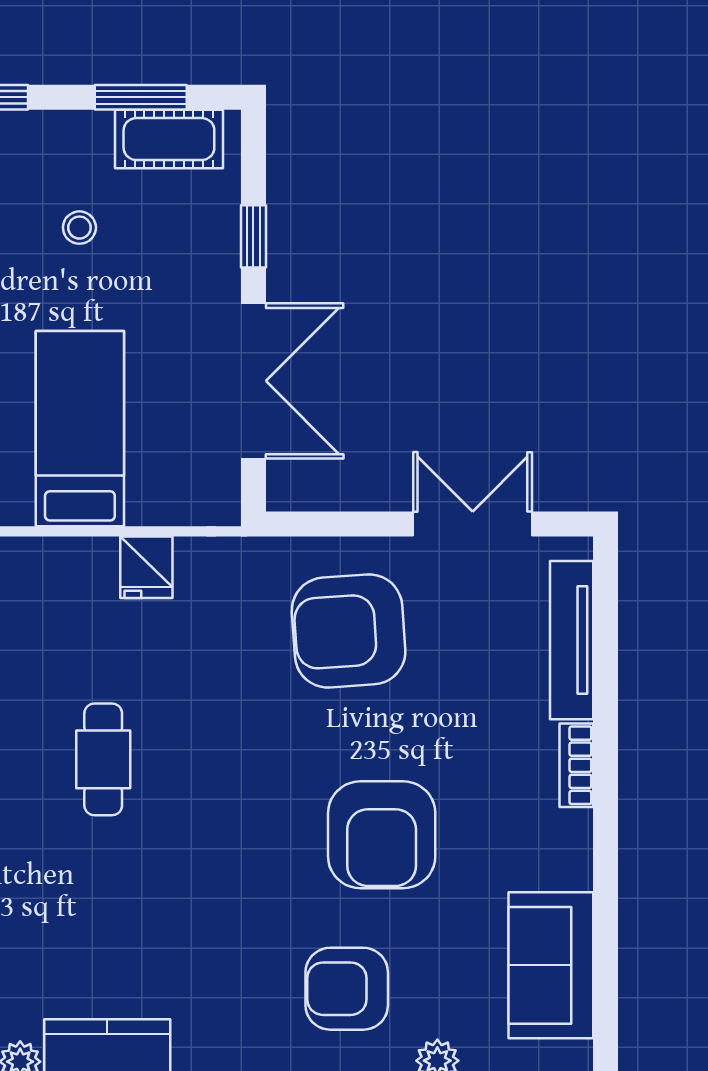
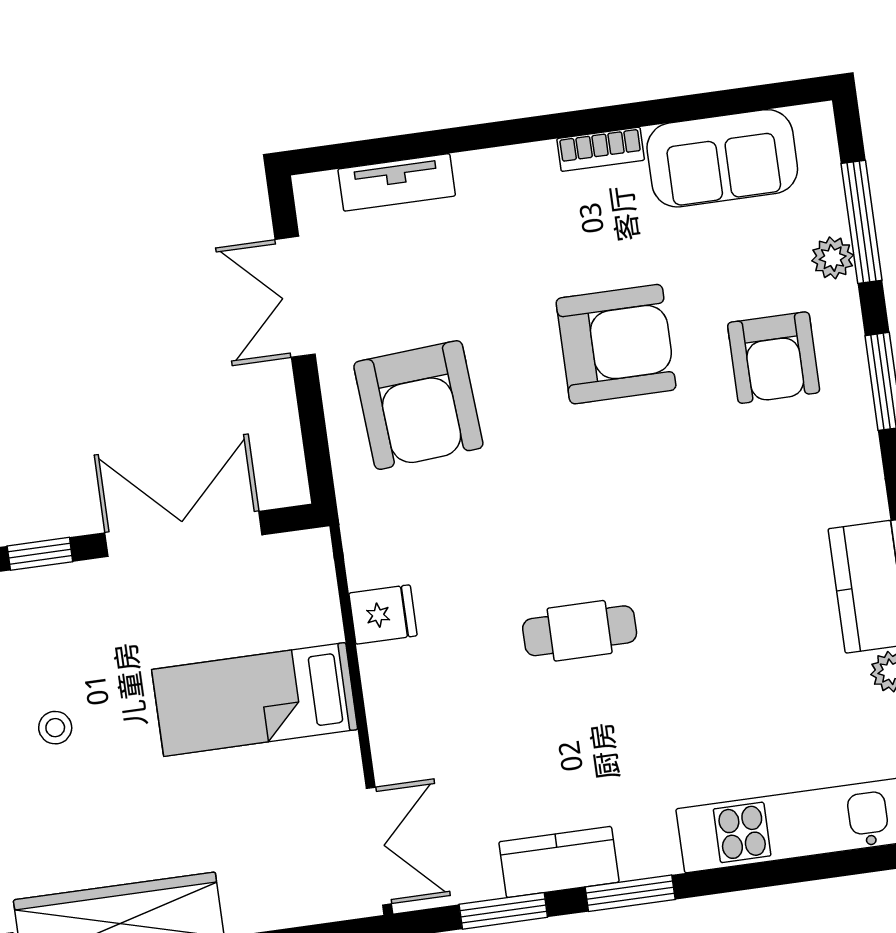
tv unit: (572, 640) -> (397, 182), width x0.71
bookcase: (576, 765) -> (601, 149), moved

